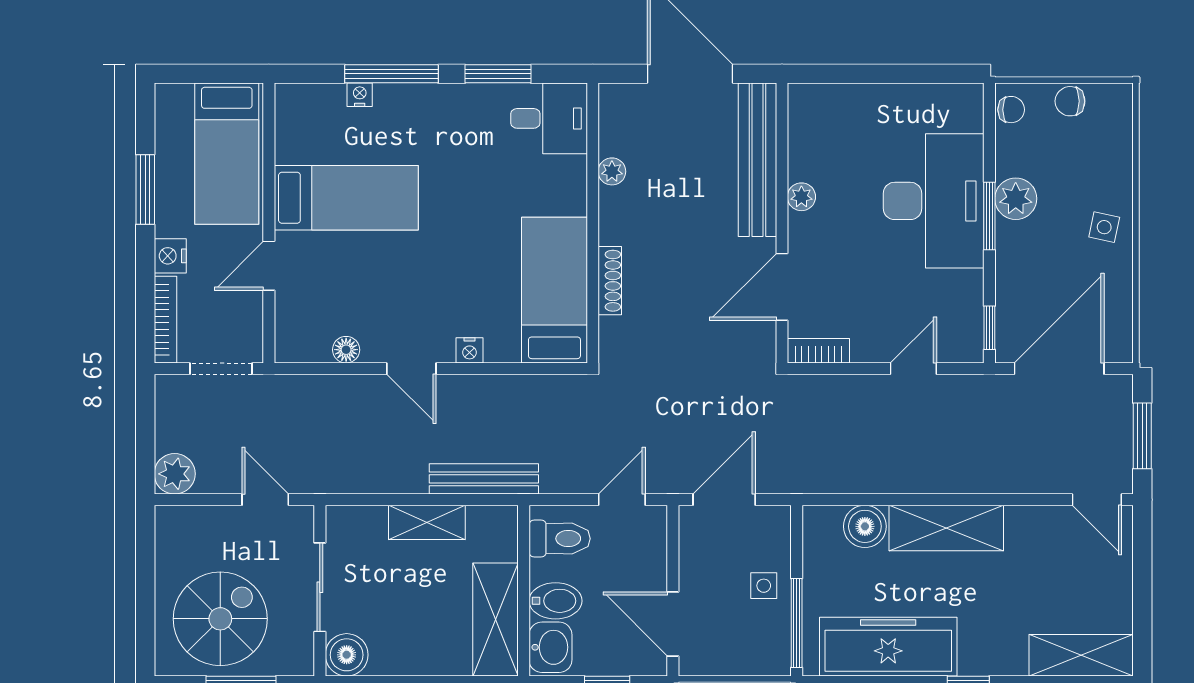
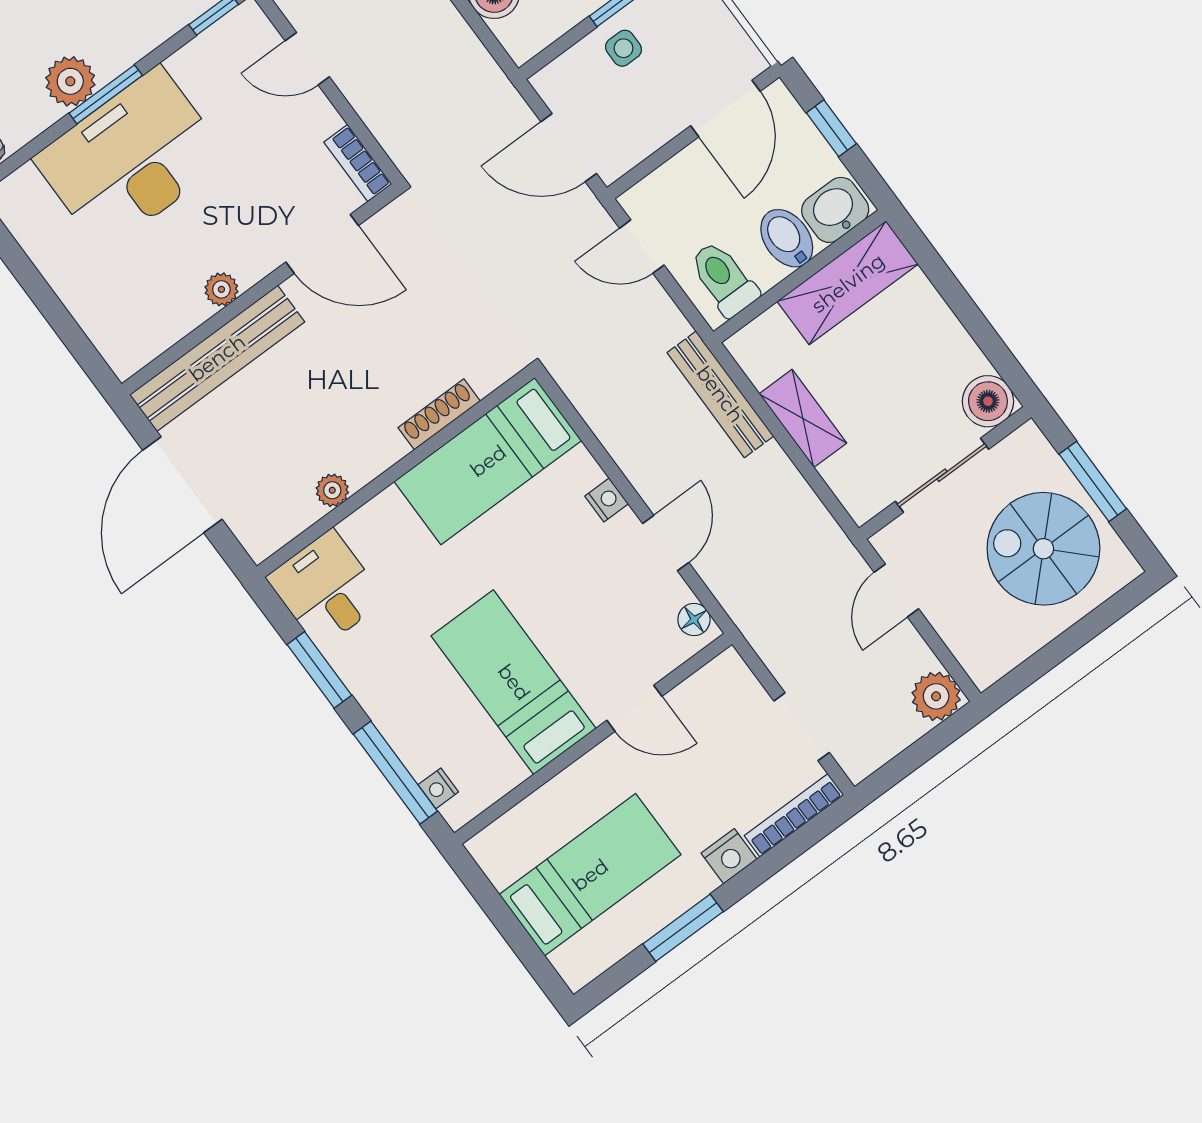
bed: (346, 198) -> (514, 682), moved
wall: (269, 223) -> (593, 739), moved
door: (269, 266) -> (634, 708), moved

